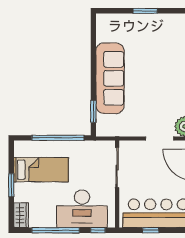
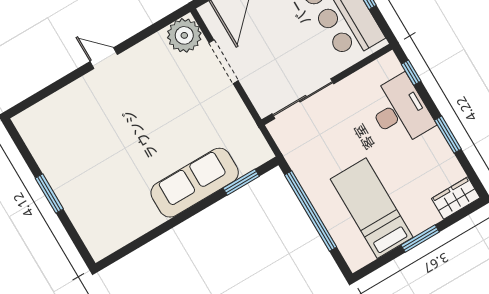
sofa: (110, 78) -> (195, 183), width x0.74, depth x0.79
desk: (82, 209) -> (400, 111), width x0.73, depth x0.77
window: (56, 230) -> (448, 135), width x0.47

